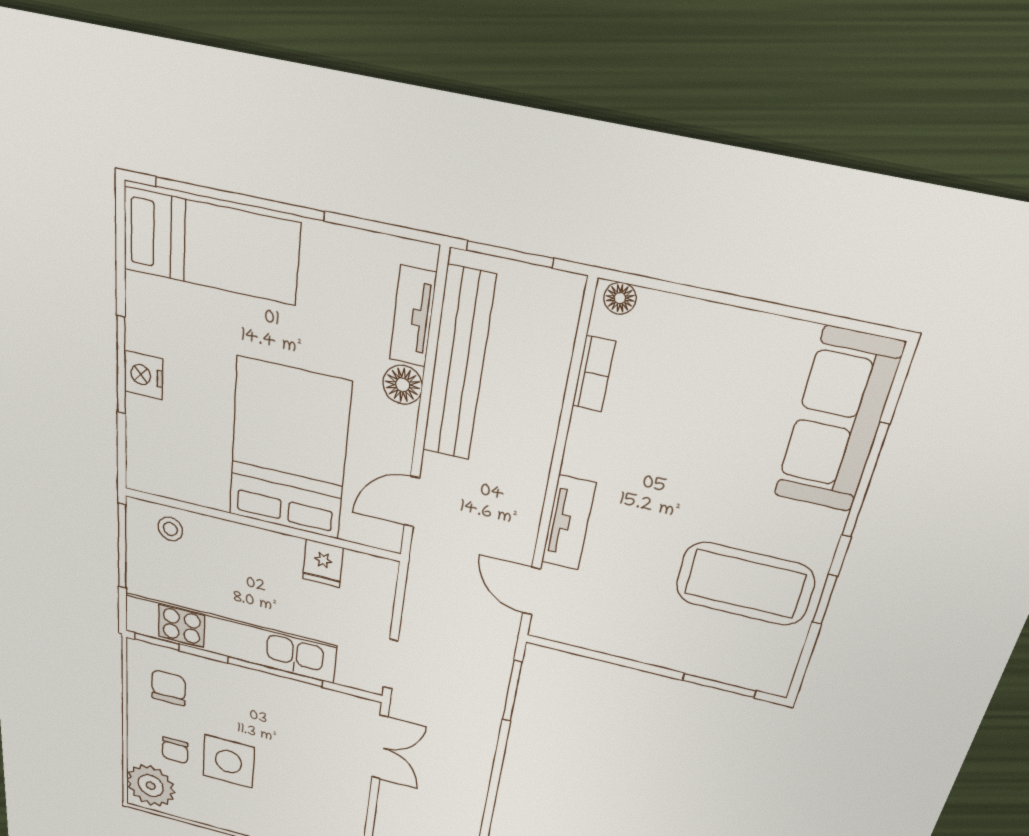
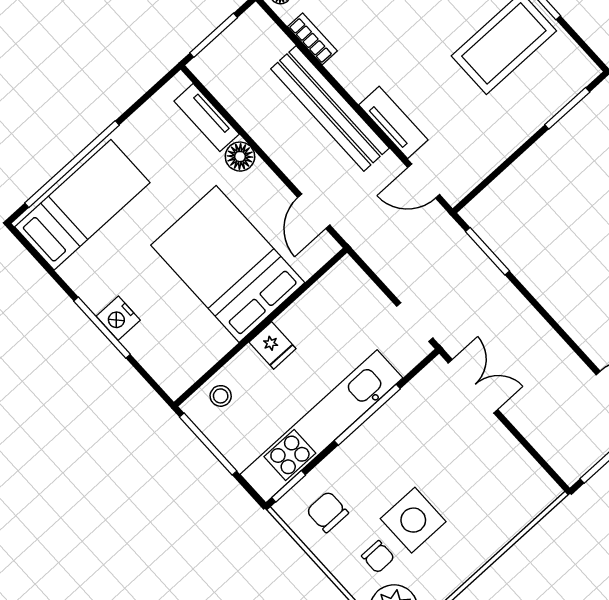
bench: (458, 365) -> (330, 108), moved
fridge: (323, 563) -> (273, 345), moved

